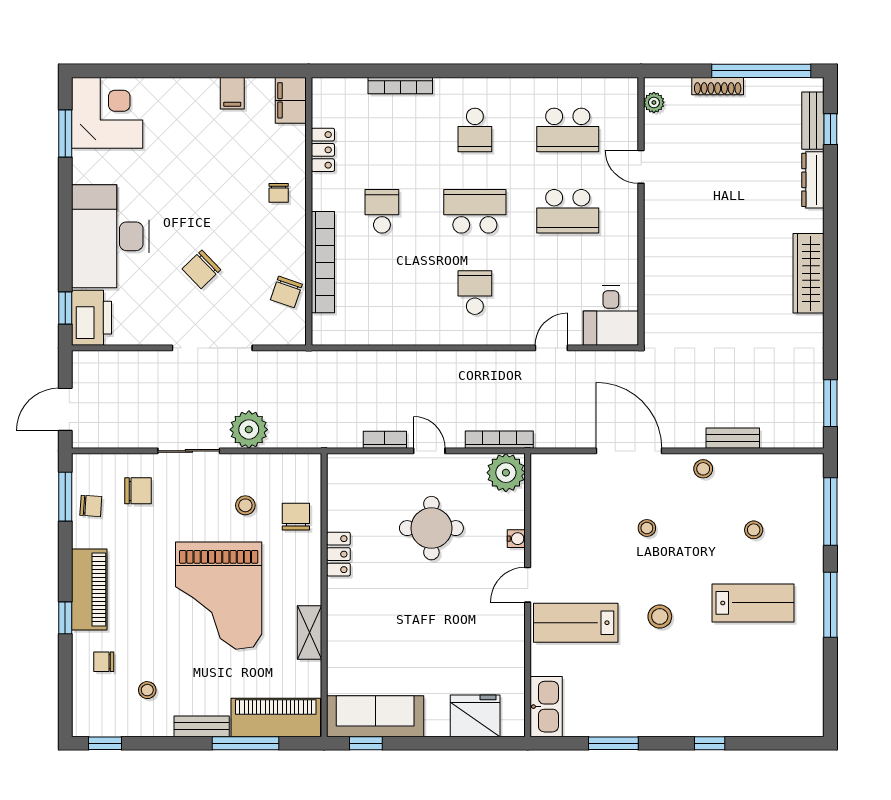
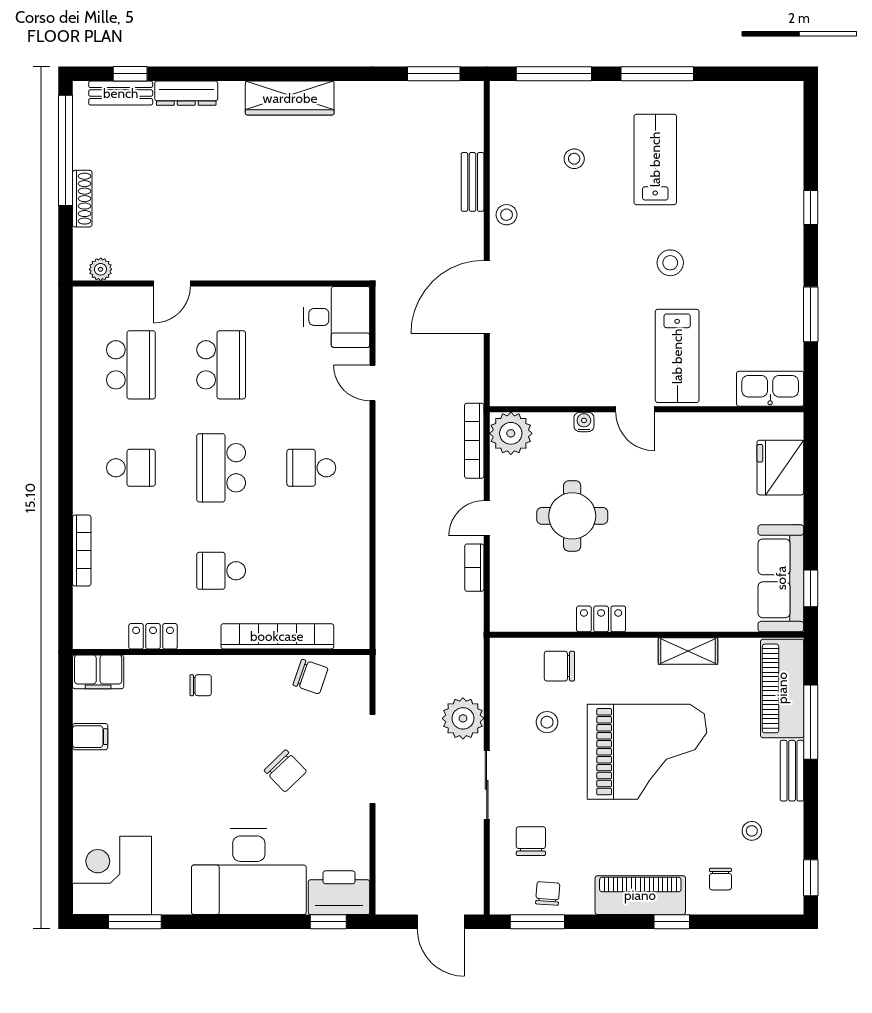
stool: (647, 528) -> (572, 277), removed

